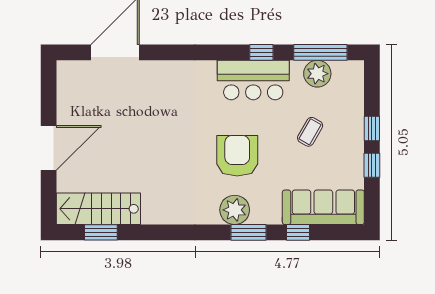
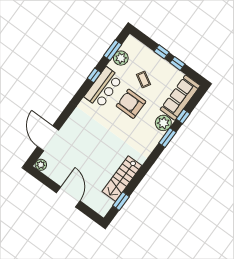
window: (320, 52) -> (113, 50), width x0.69
plant: (67, 71) -> (41, 165), added
armchair: (237, 156) -> (131, 104), moved
stairs: (98, 209) -> (122, 179), moved
plant: (235, 210) -> (163, 123), moved

